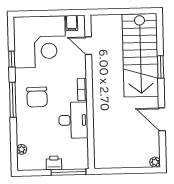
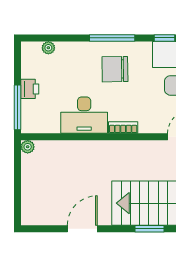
plant: (155, 162) -> (28, 147), moved

